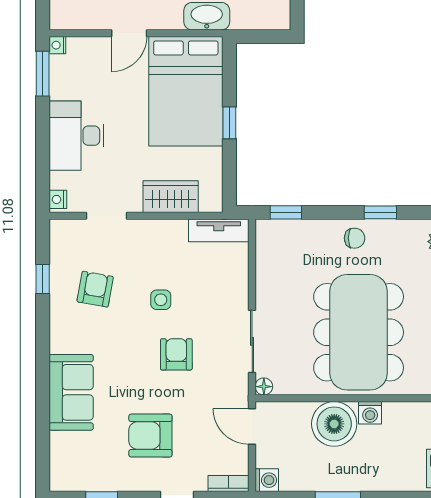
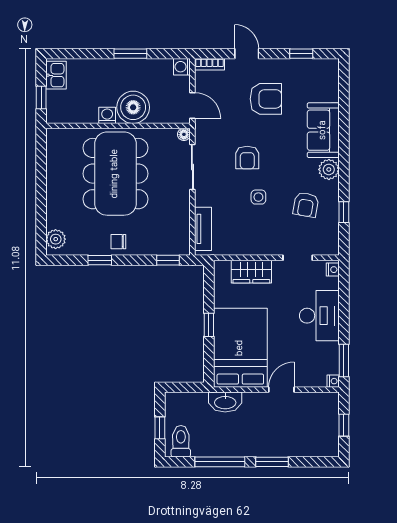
tv unit: (219, 230) -> (203, 229), moved, turned 90
plant: (63, 338) -> (329, 169), added

